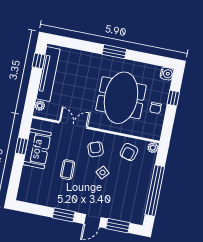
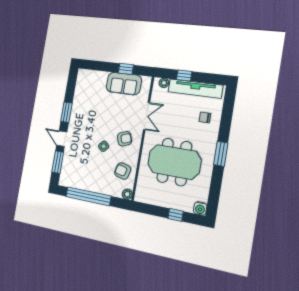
window: (39, 61) -> (184, 75), moved
chair: (156, 108) -> (205, 118), moved
coffee table: (68, 170) -> (106, 113), removed

